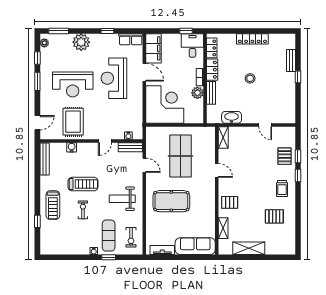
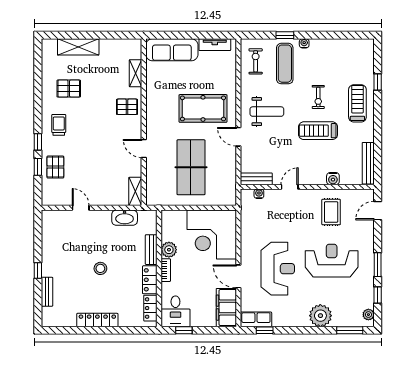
window: (107, 31) -> (265, 330), moved
rug: (73, 122) -> (331, 212), width x0.73, depth x0.70
door: (144, 165) -> (238, 137), moved
shelving: (249, 248) -> (78, 47), moved

